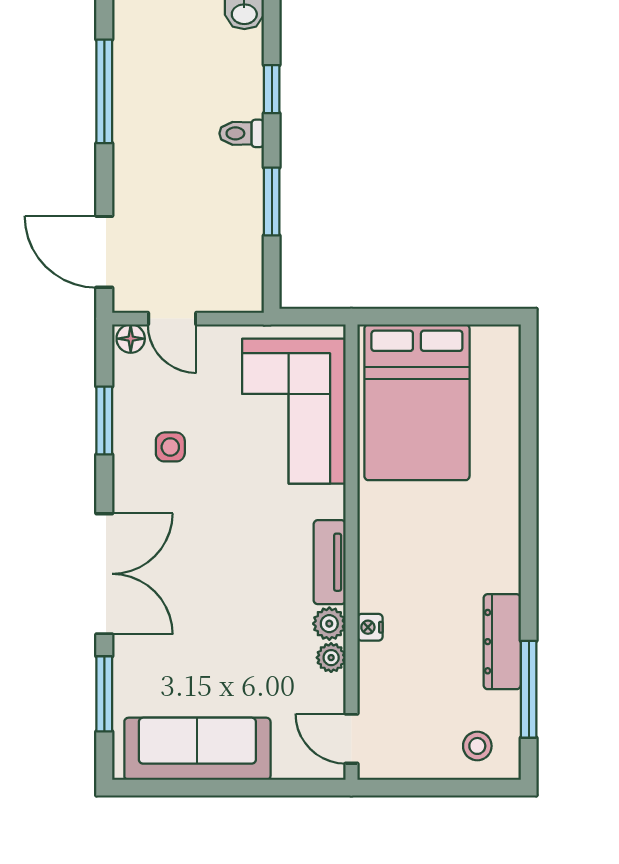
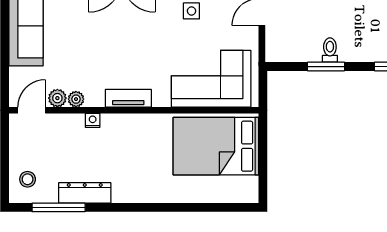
toilet: (242, 133) -> (330, 50), moved
plant: (329, 624) -> (57, 98), moved

